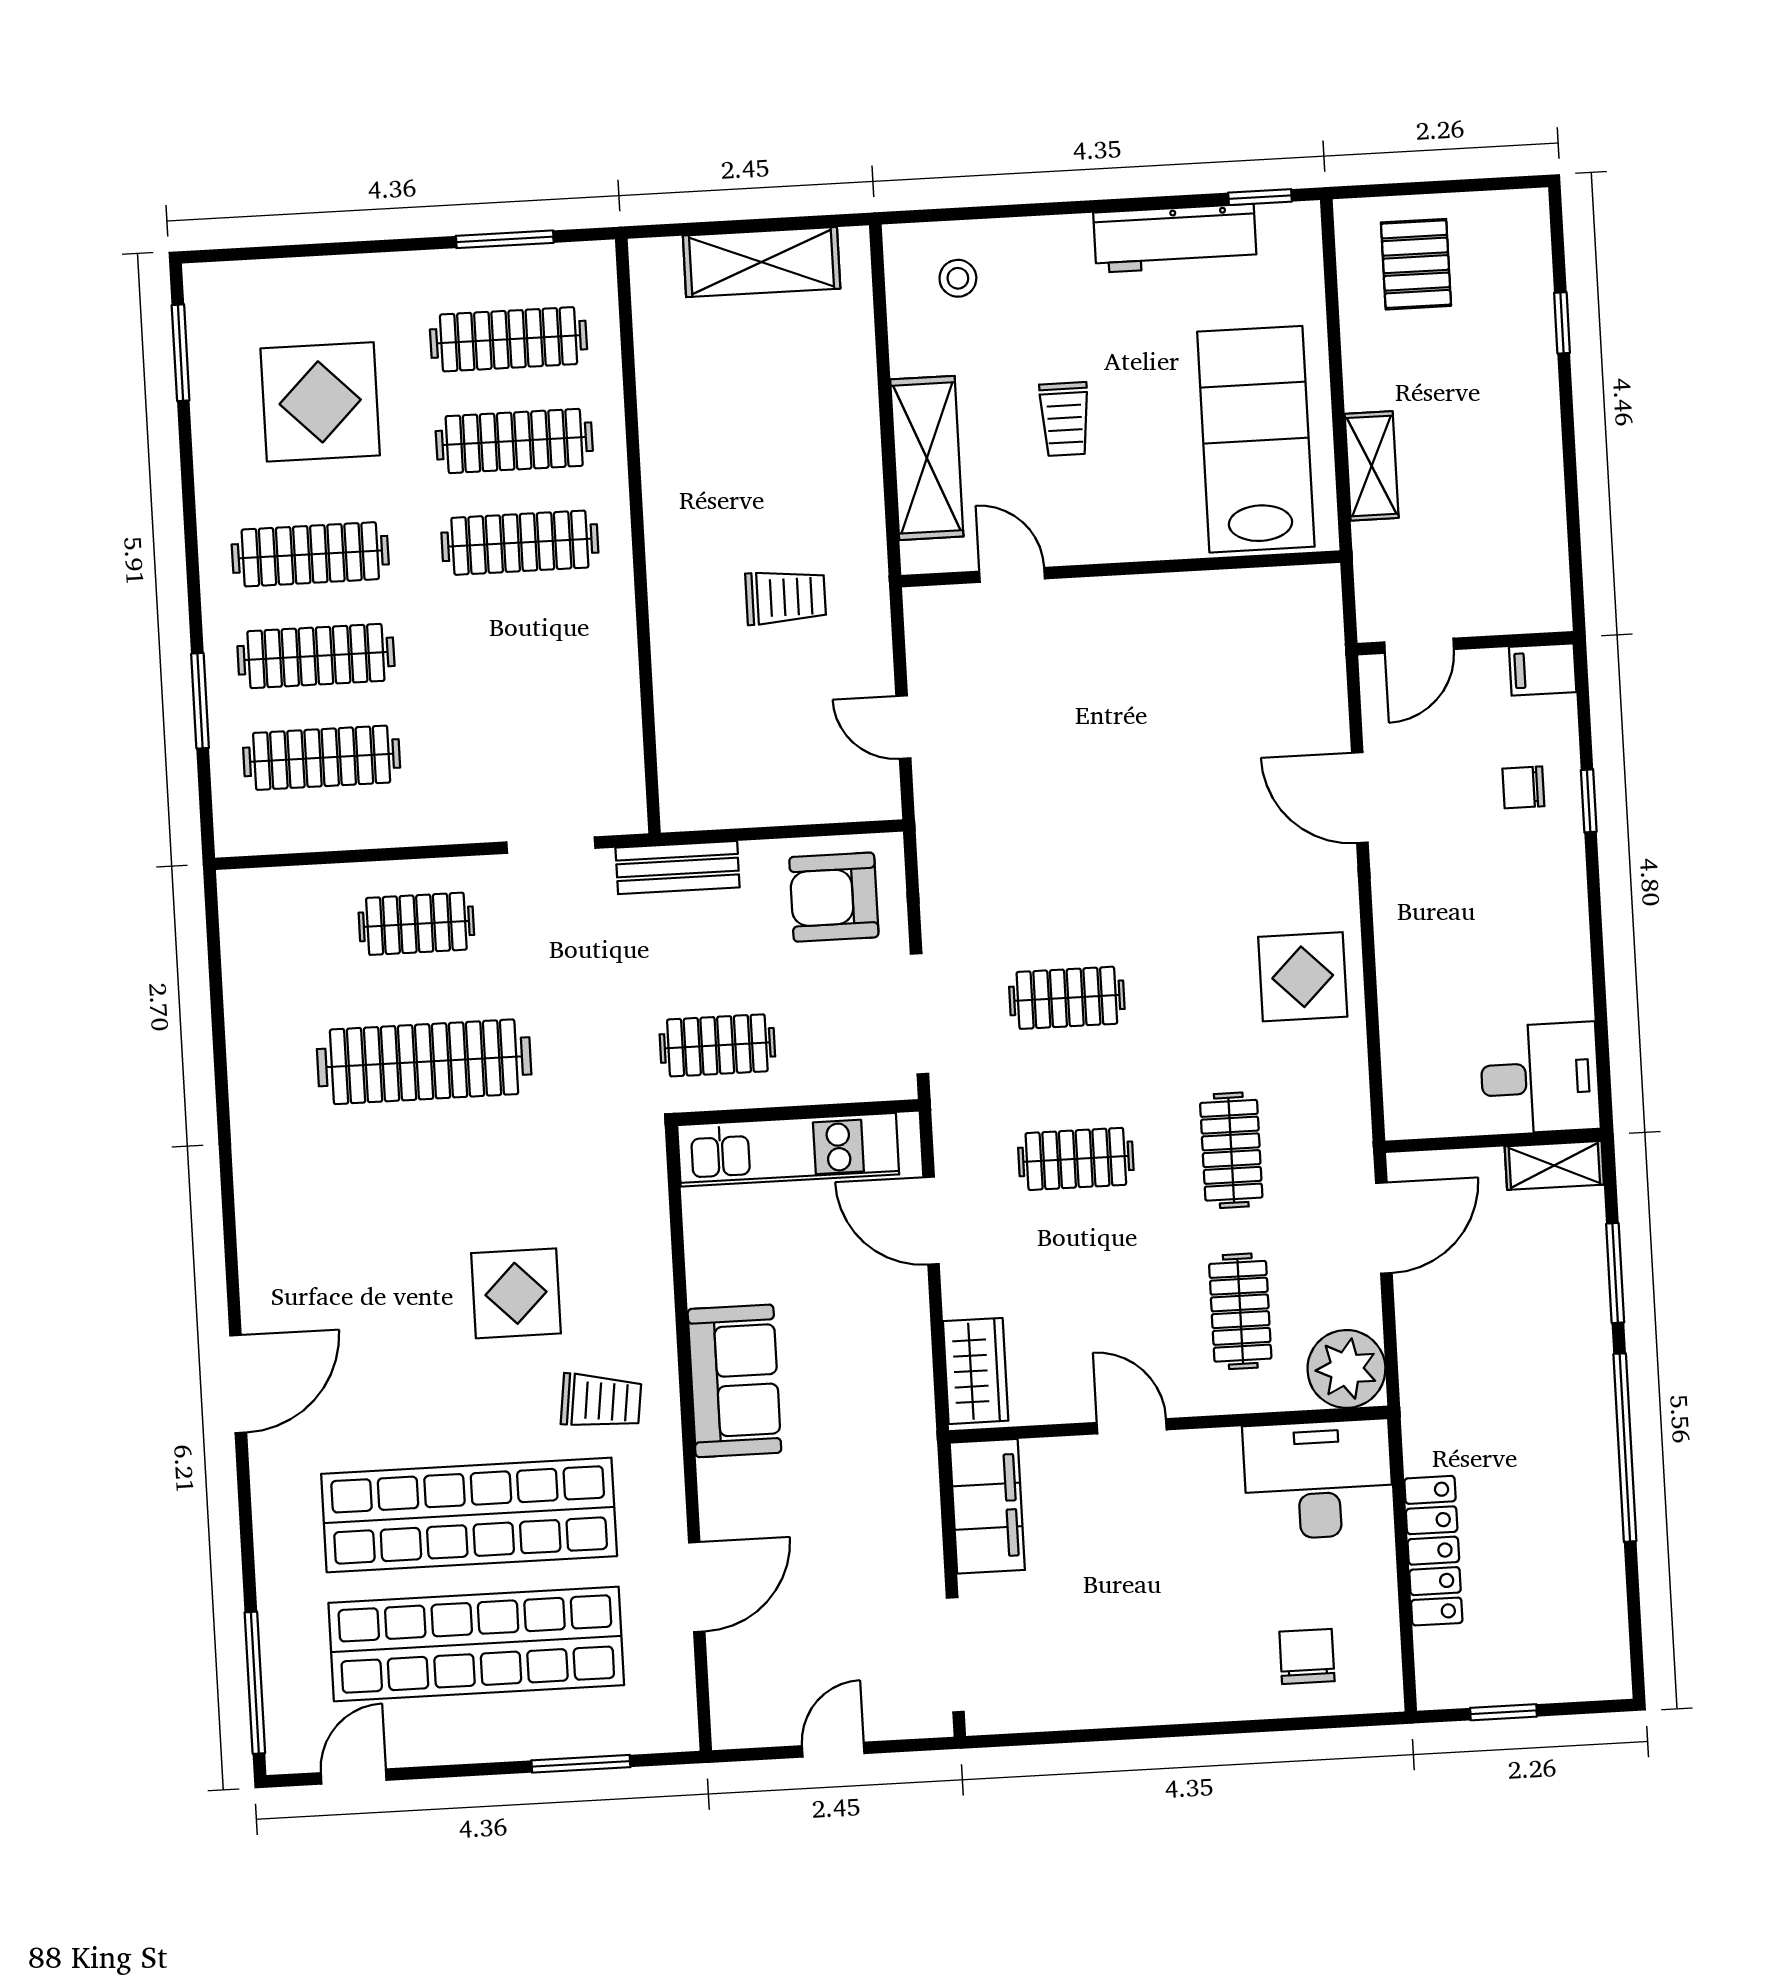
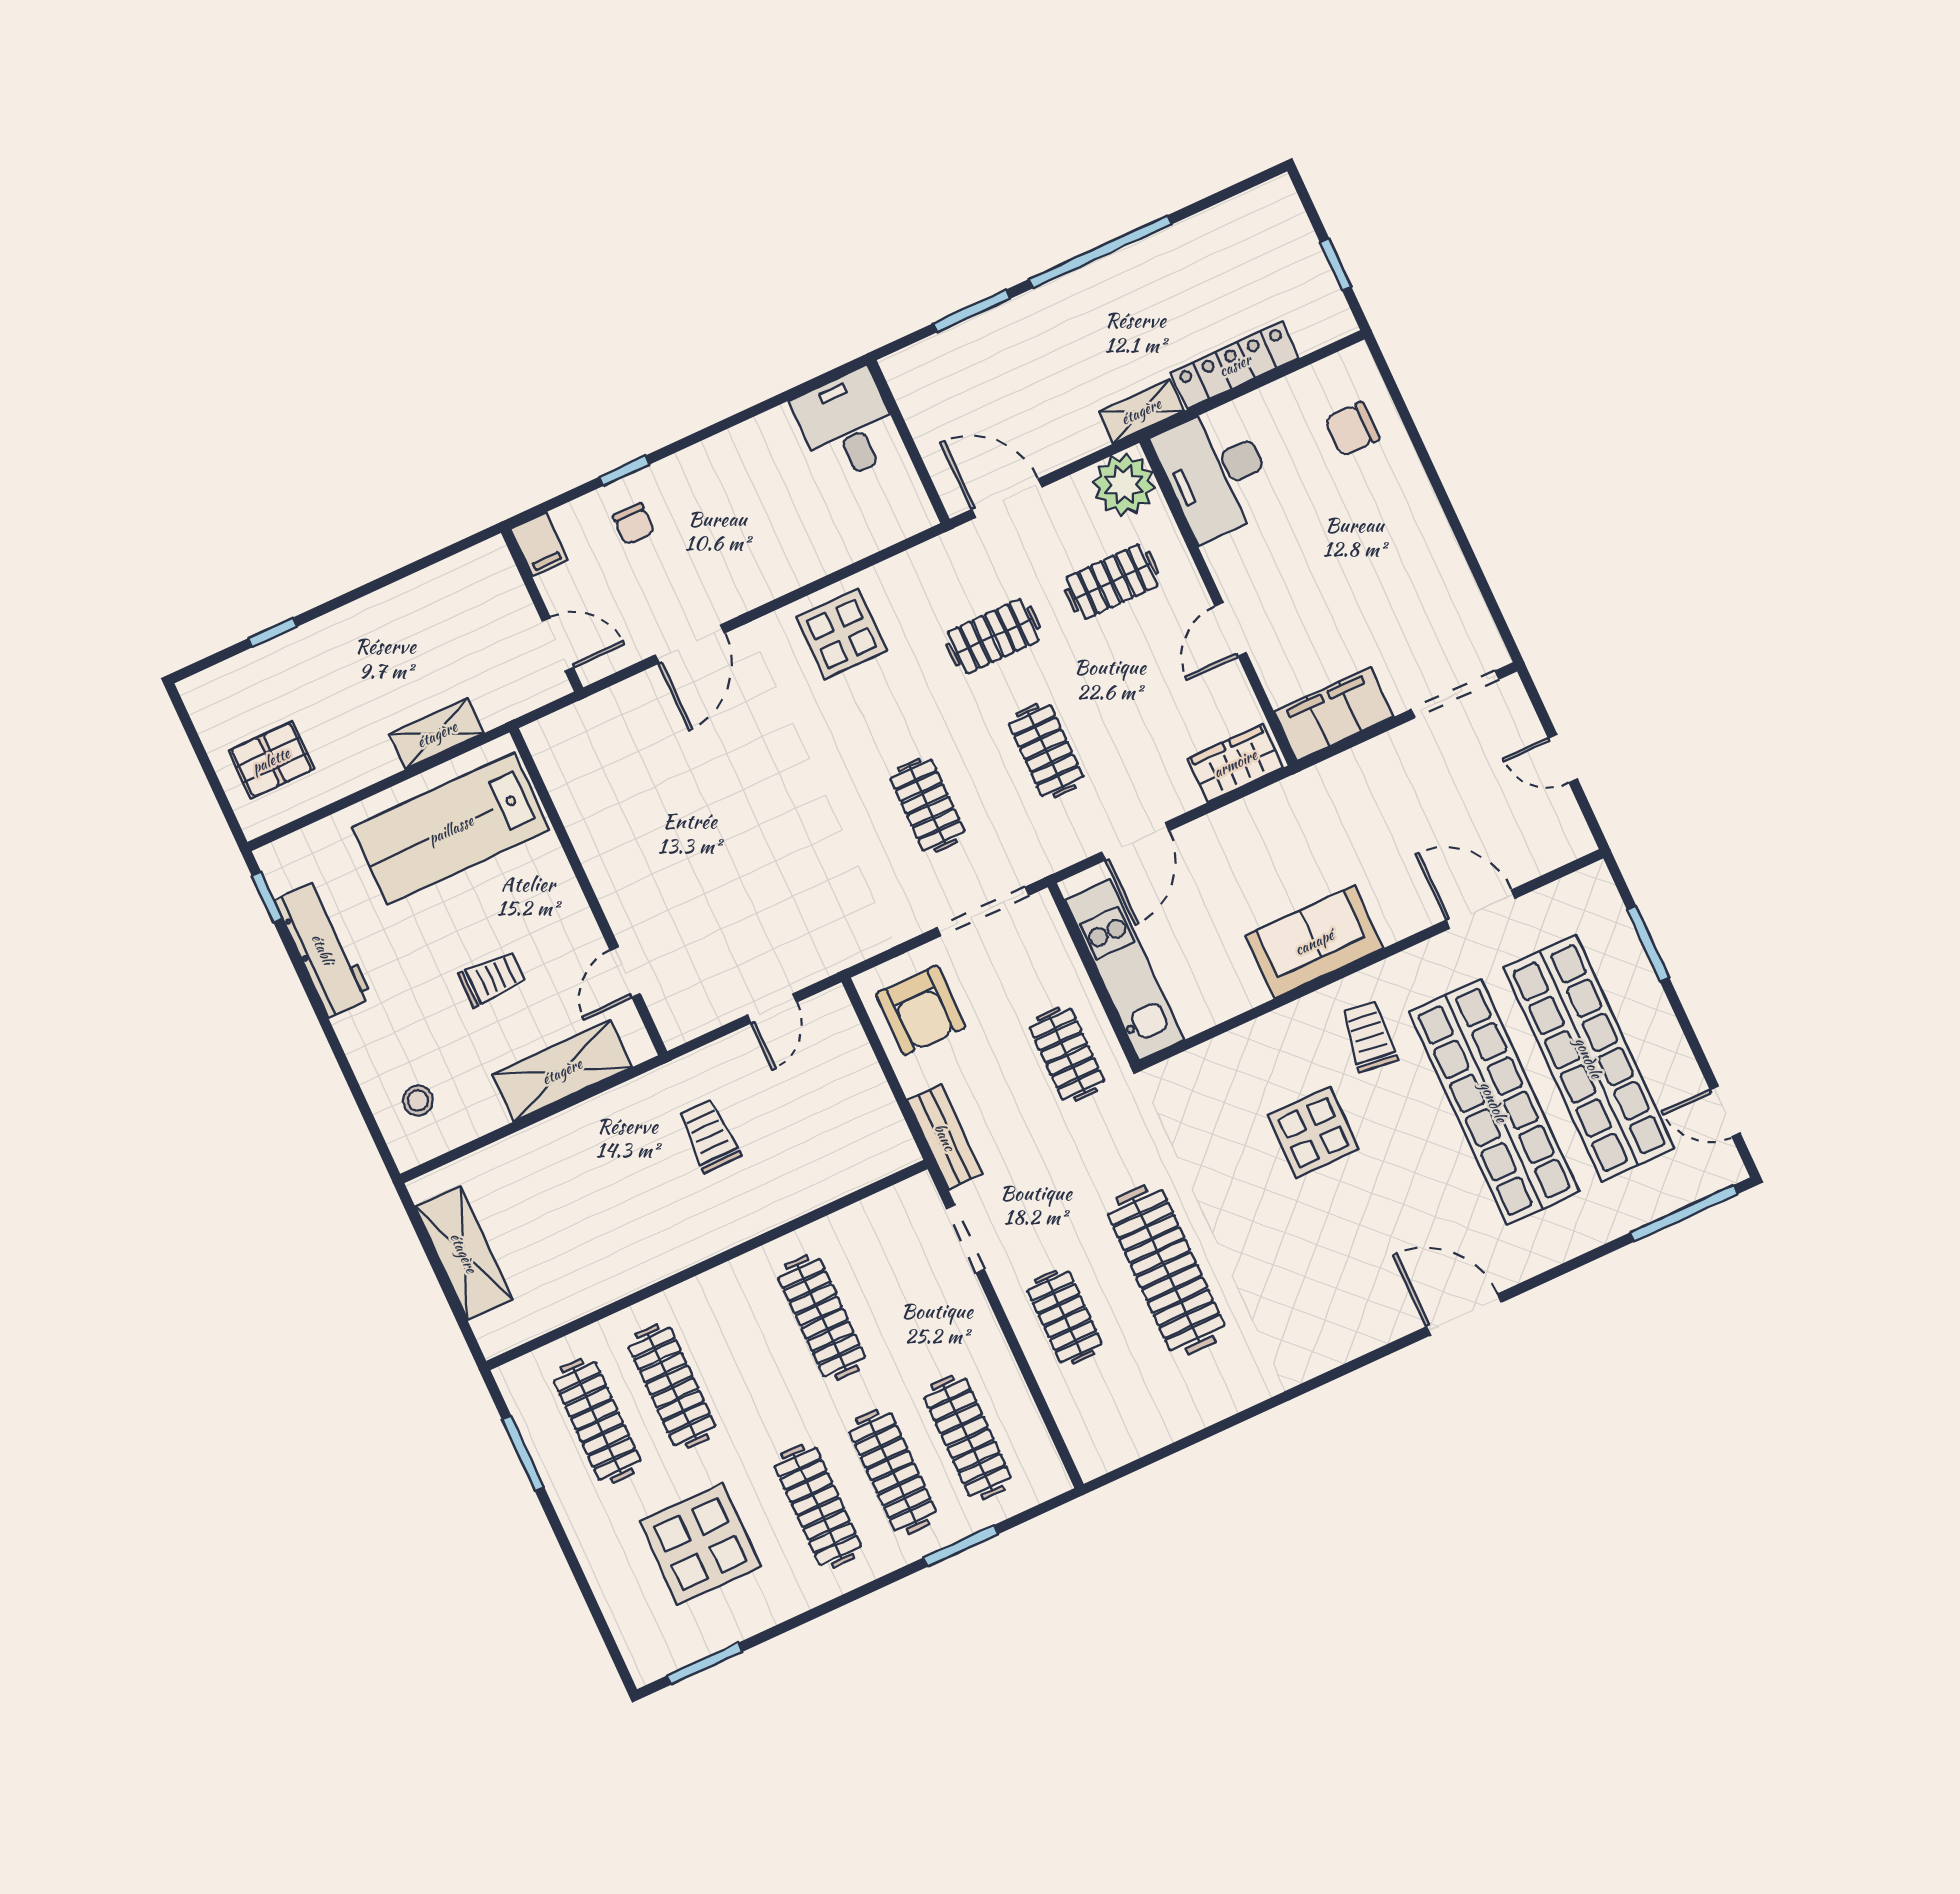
clothes rail: (520, 543) -> (822, 1317), moved
shelving: (1554, 1165) -> (1141, 411), moved, turned 90

